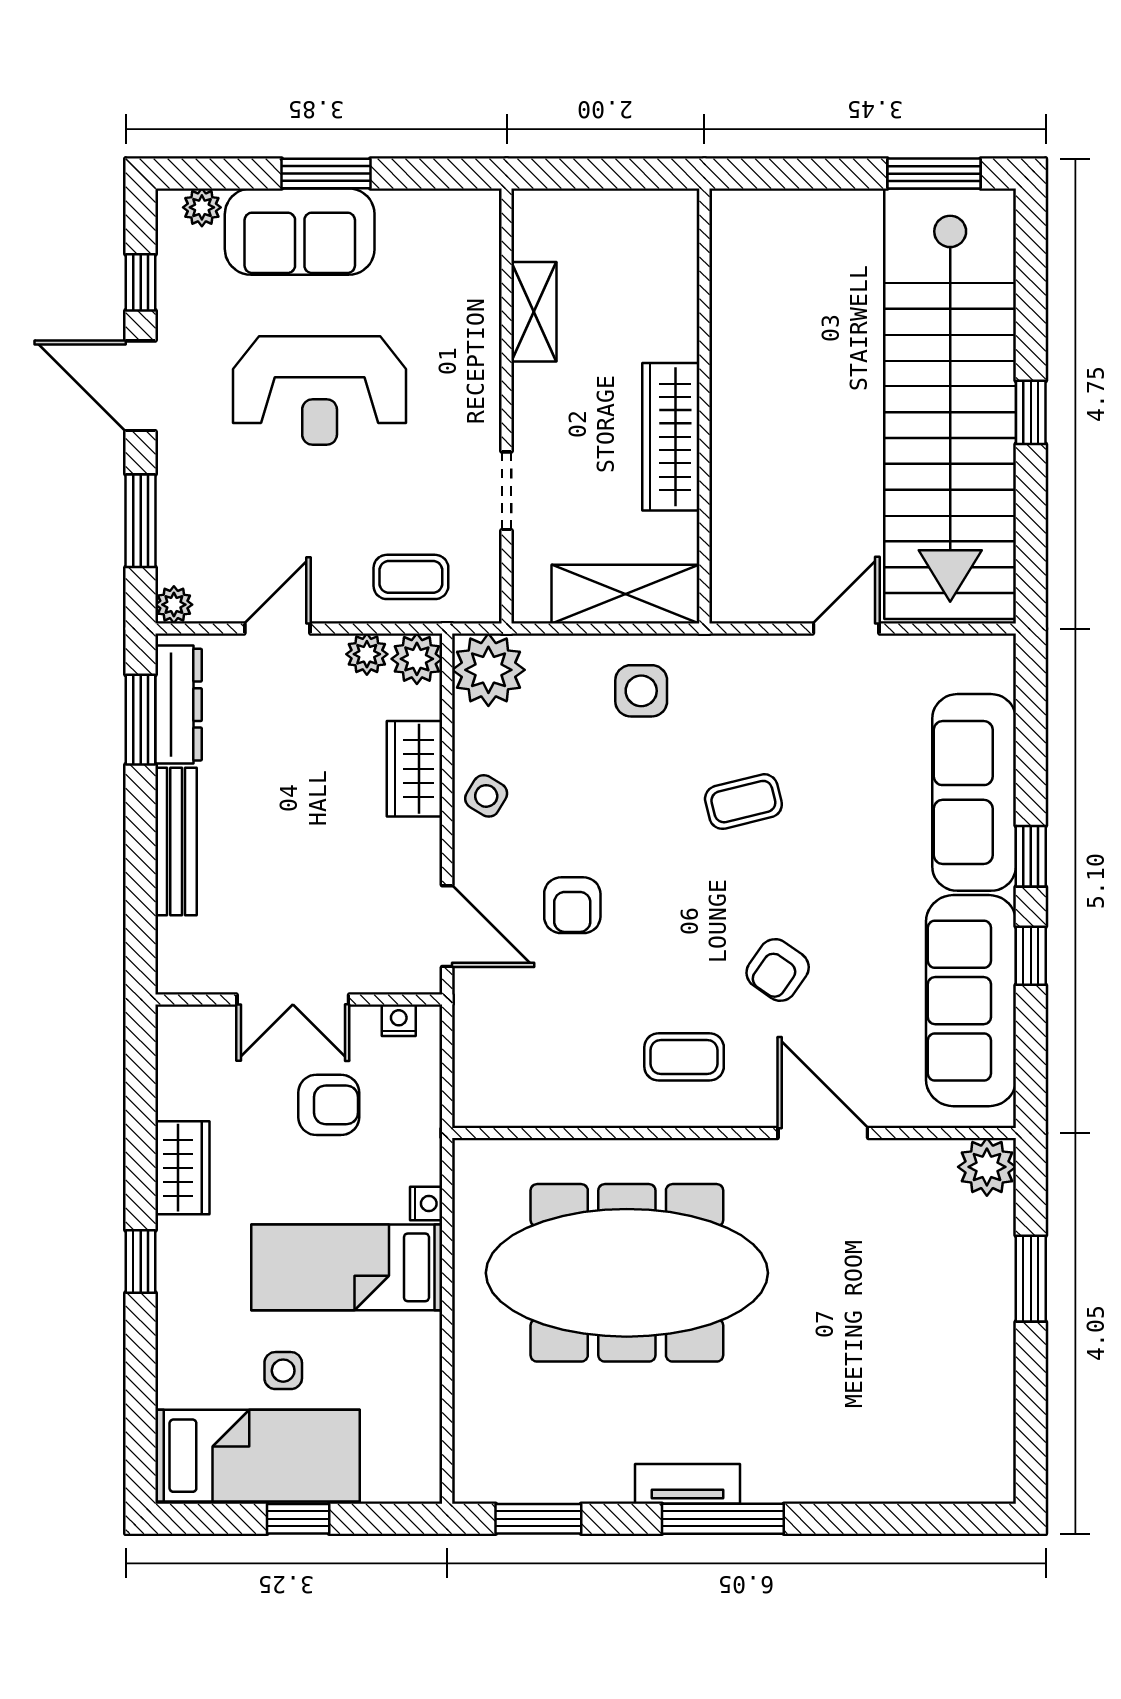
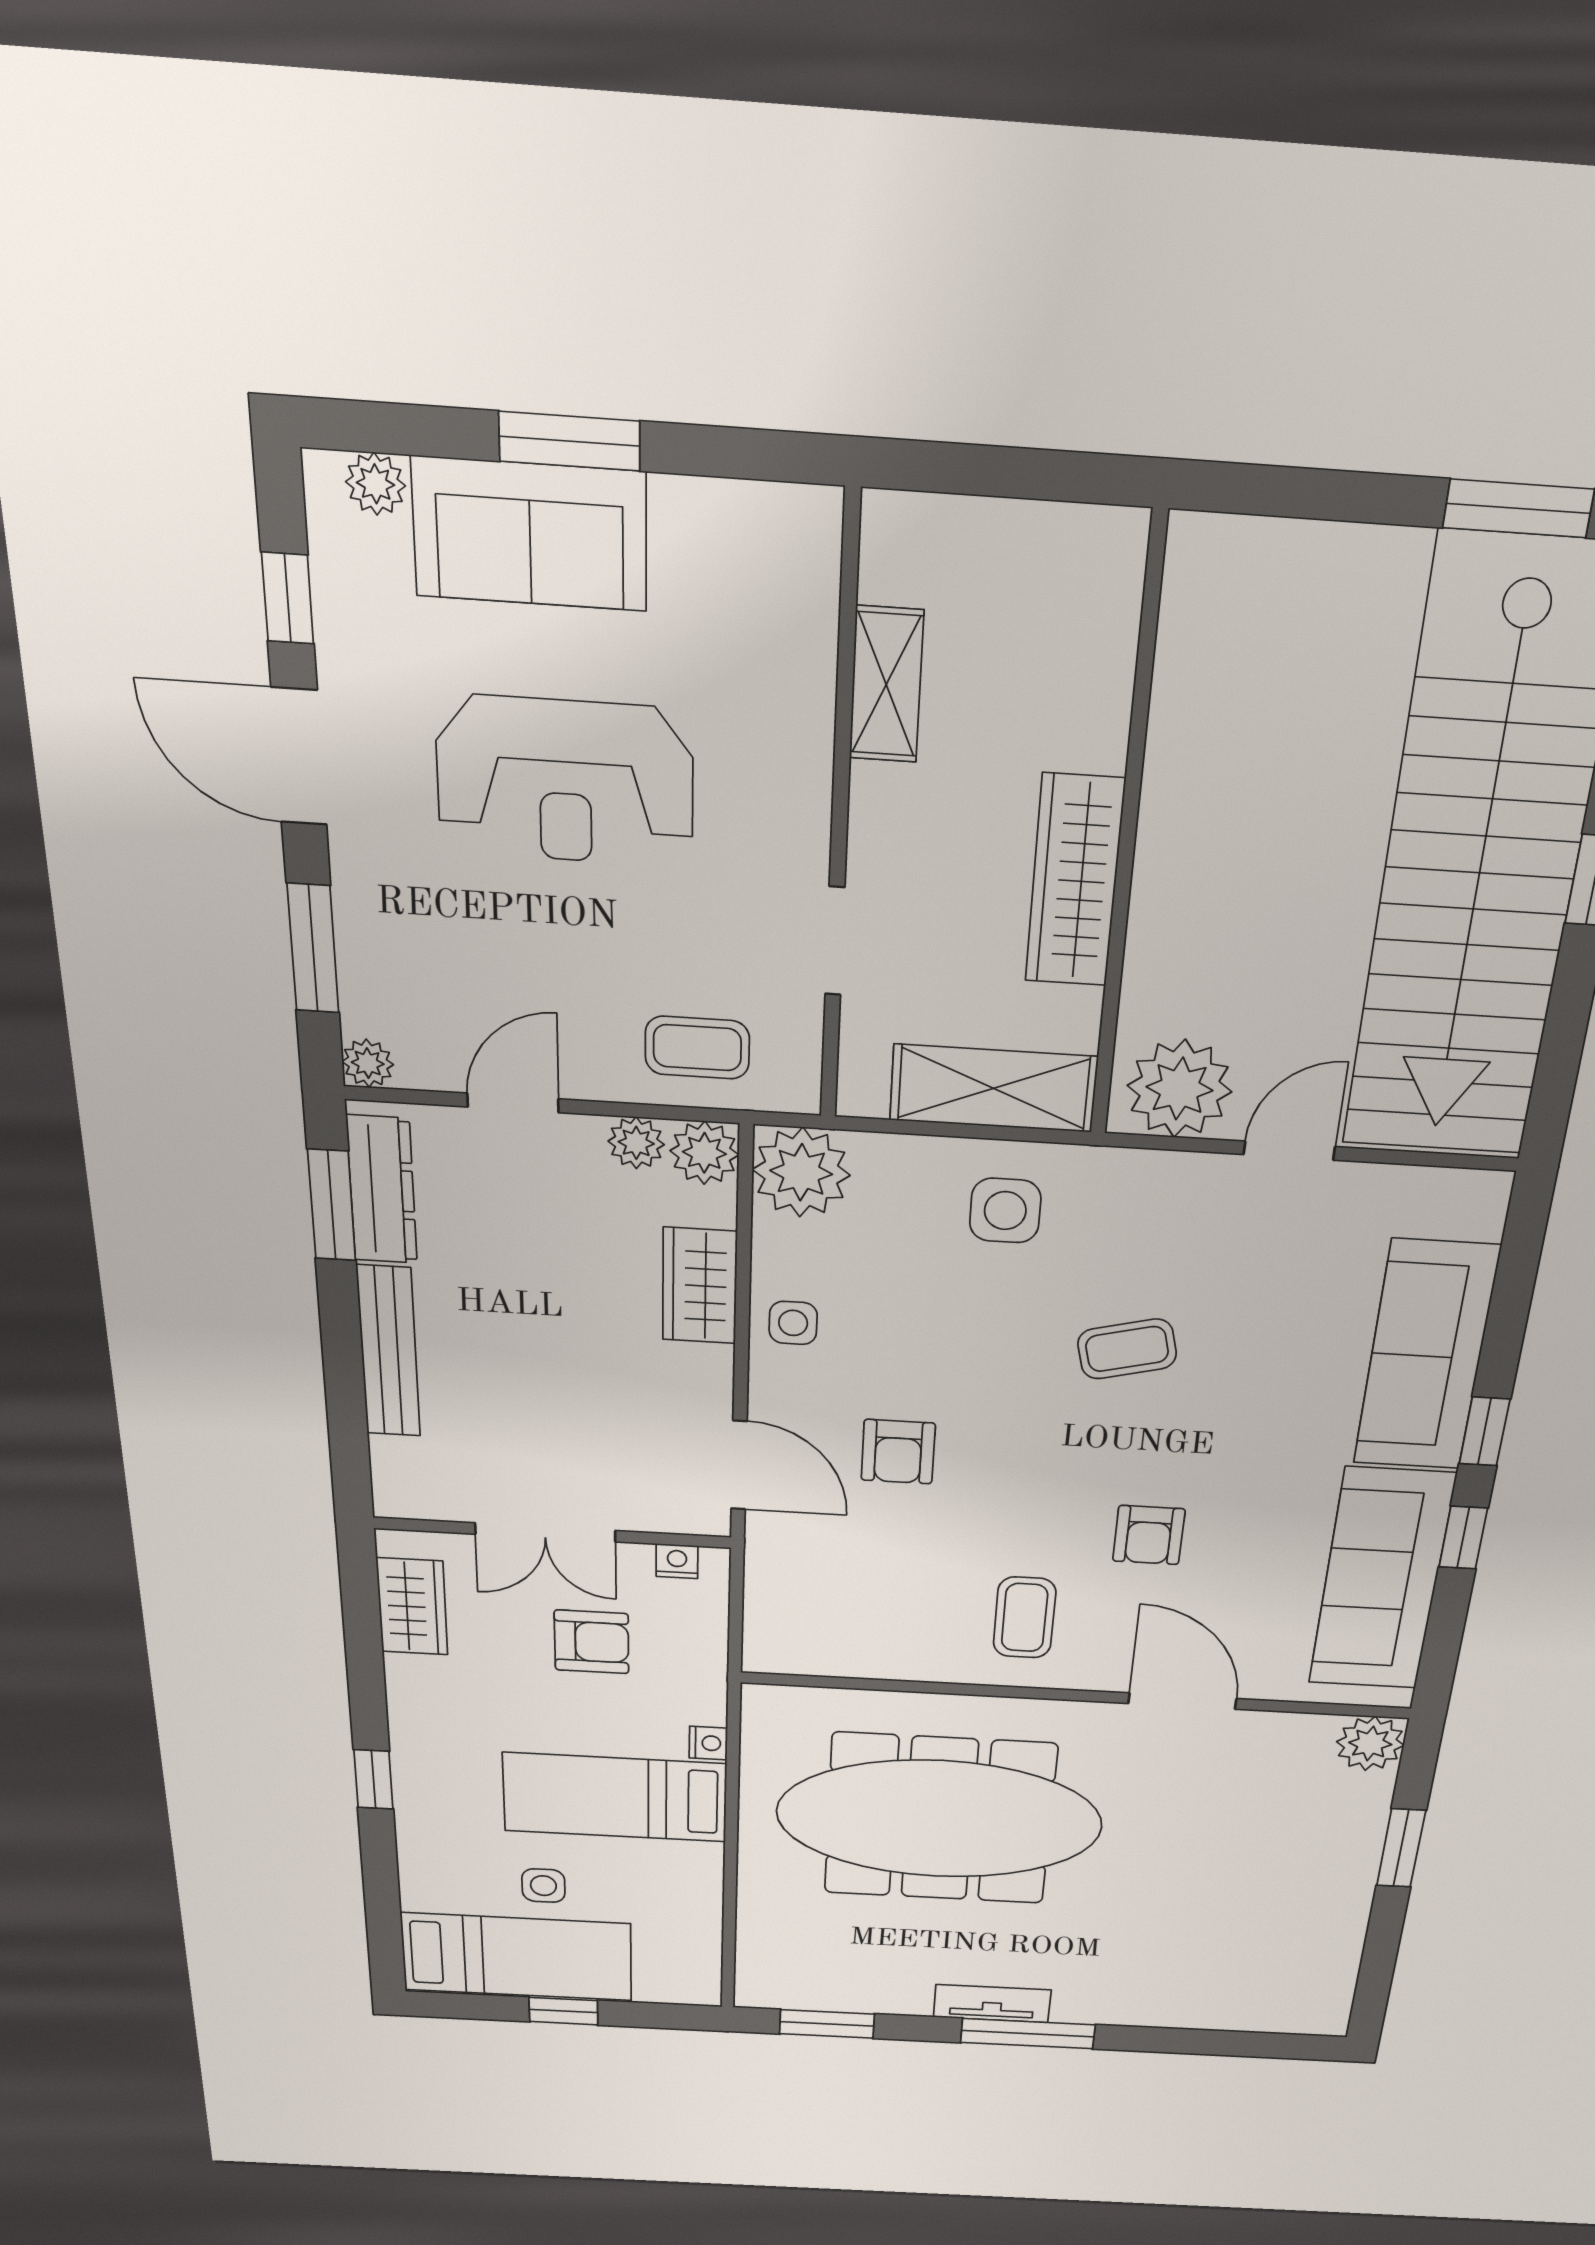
plant: (760, 585) -> (1180, 1089), added
side table: (486, 796) -> (793, 1323), turned -31
armchair: (778, 970) -> (1149, 1535), turned -35
coffee table: (684, 1057) -> (1025, 1618), turned 90
wardrobe: (182, 1168) -> (412, 1607), moved

